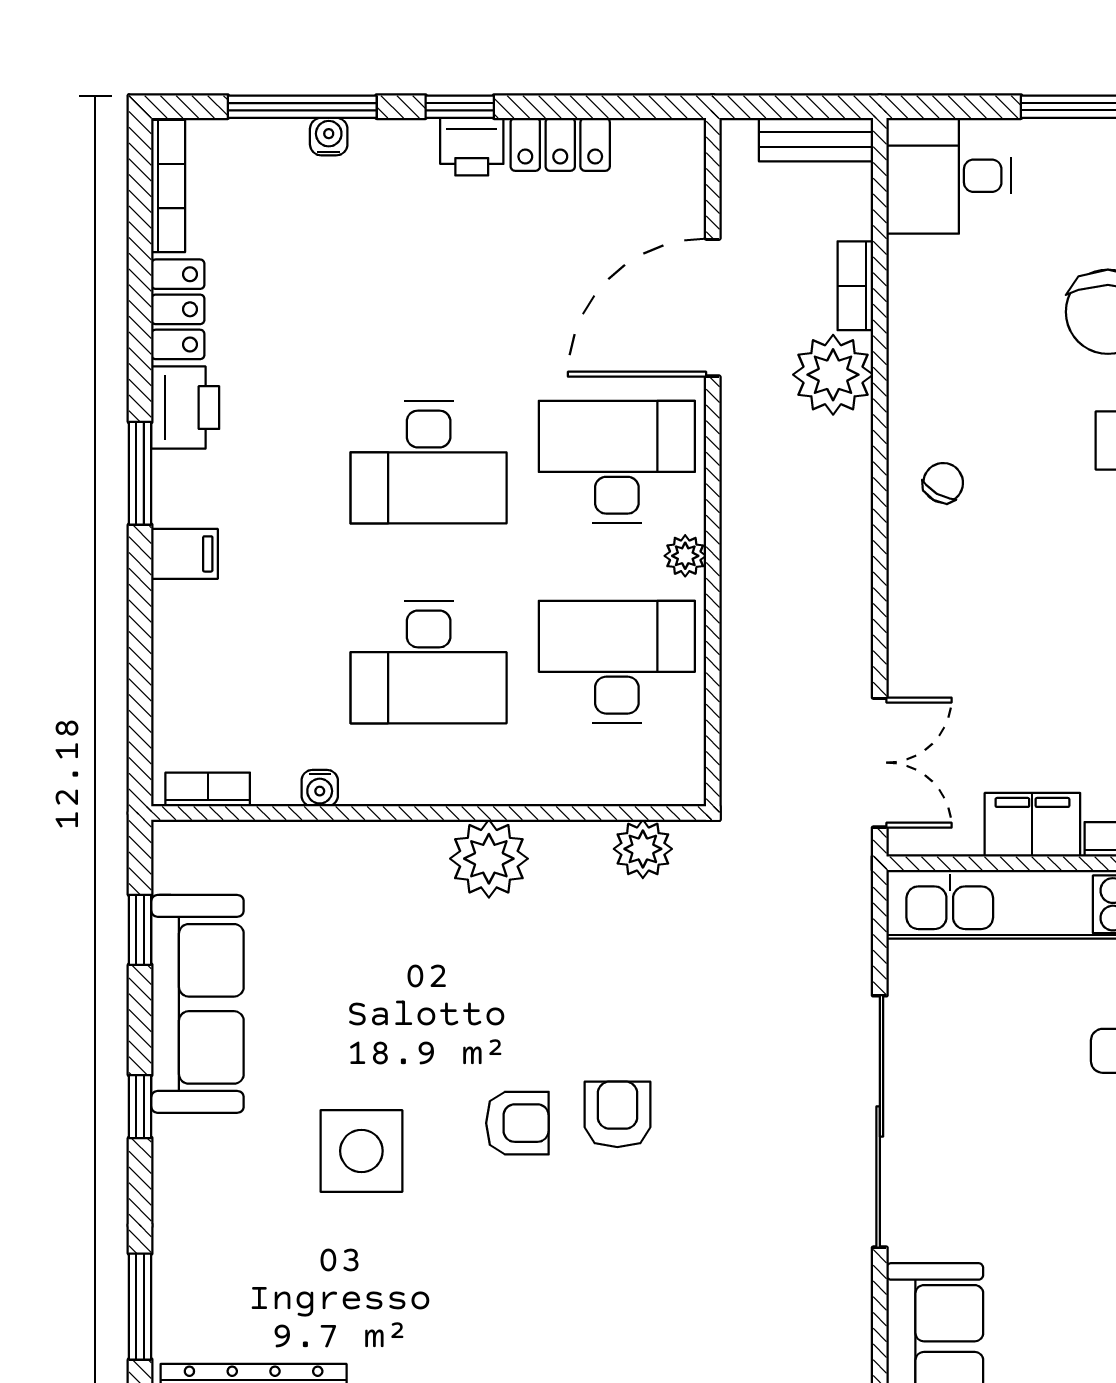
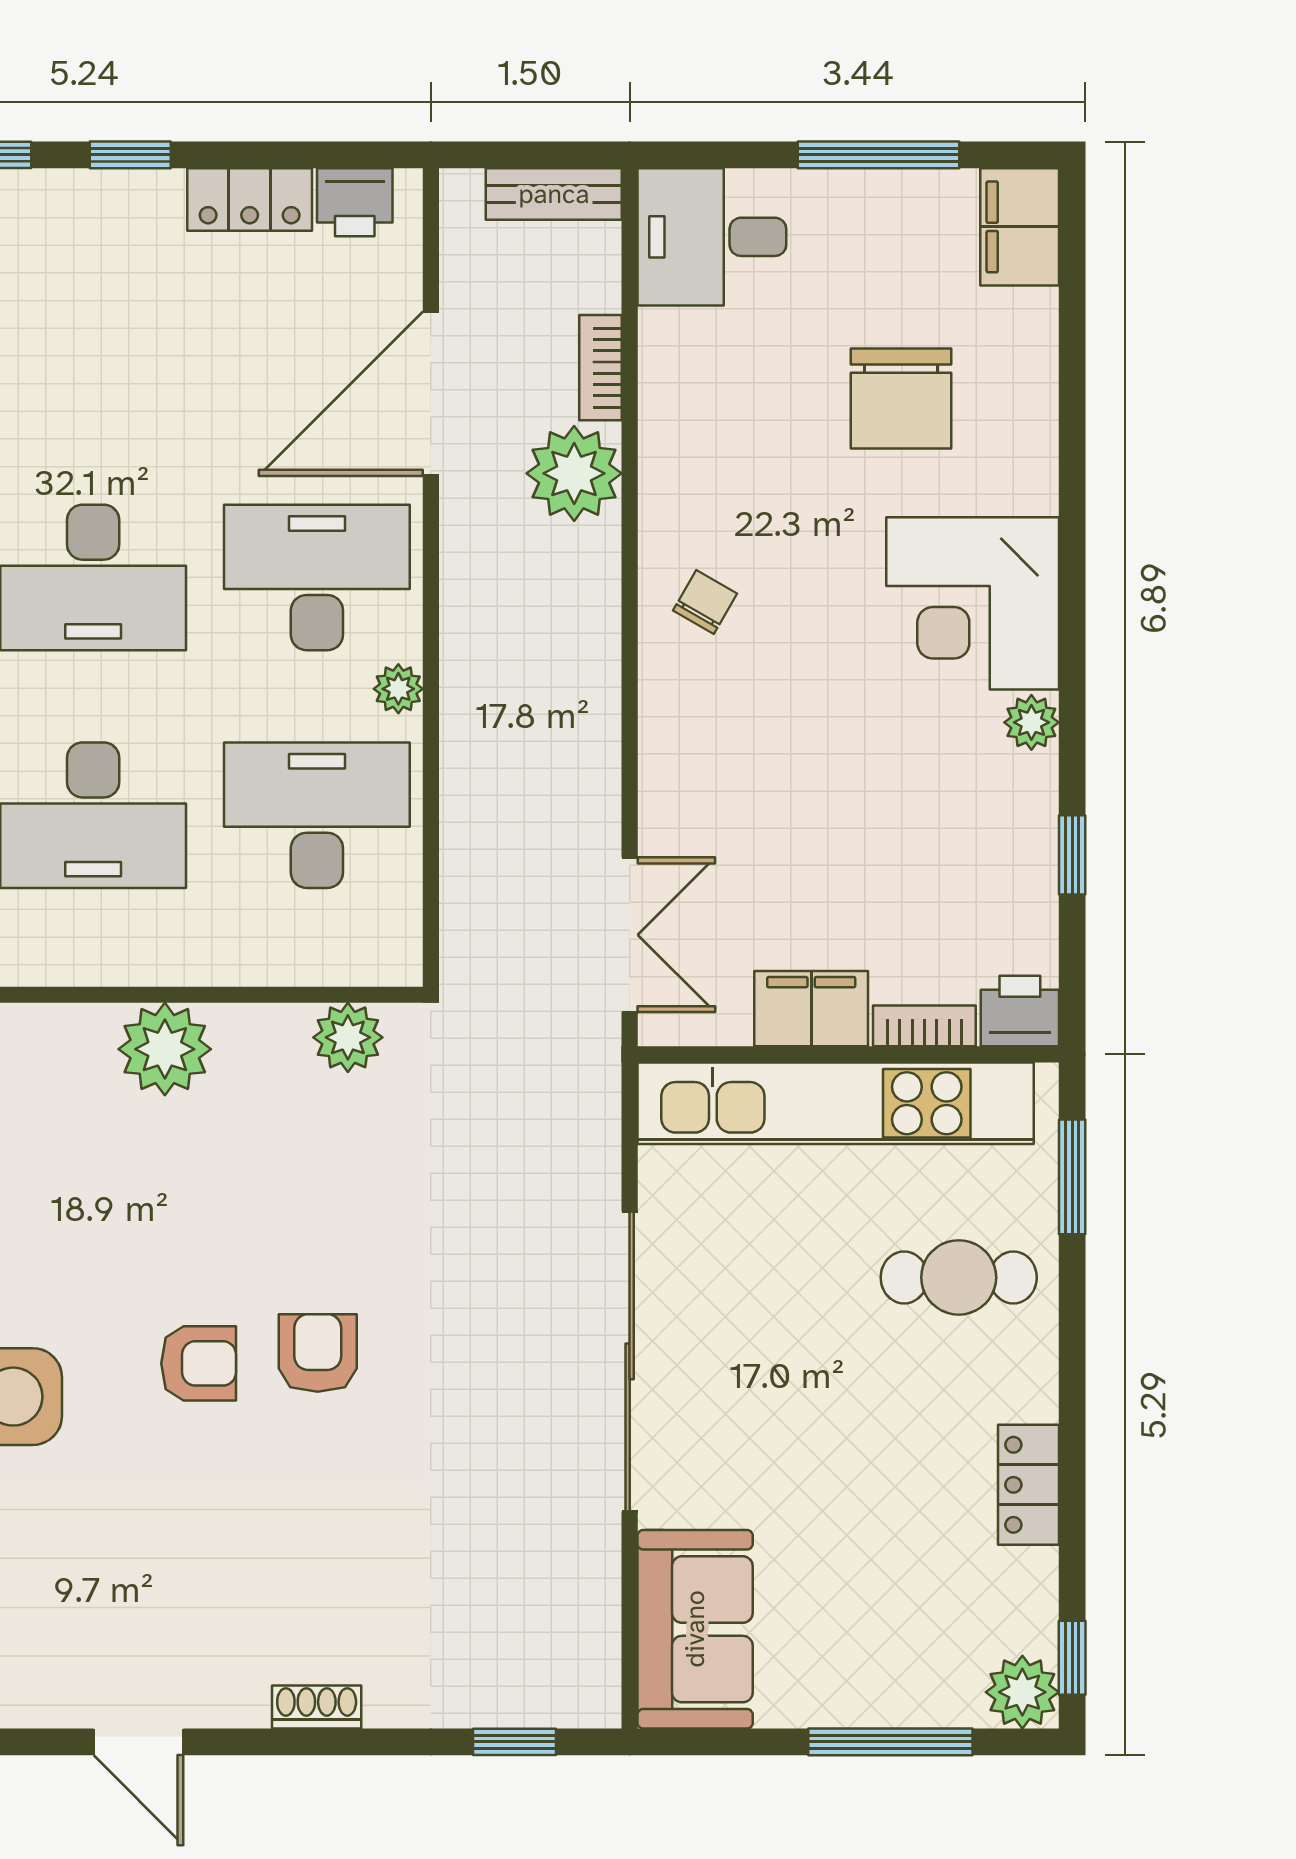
printer: (472, 147) -> (355, 202), moved

